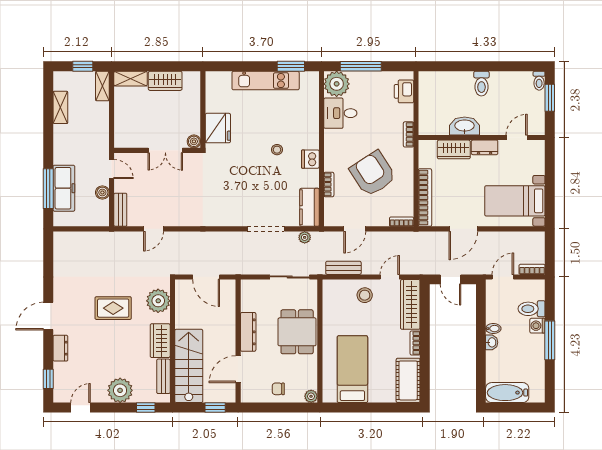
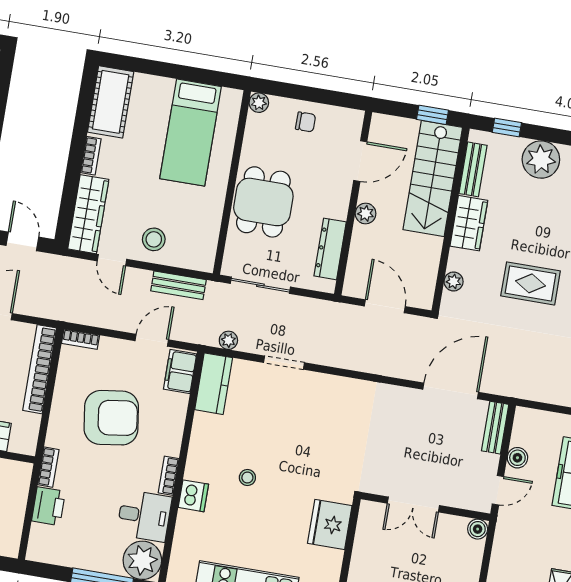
printer: (404, 91) -> (49, 506), moved
boiler: (194, 141) -> (478, 529), moved
double door: (165, 150) -> (413, 504), swing flipped
dishwasher: (310, 159) -> (193, 496), moved
door: (112, 169) -> (498, 490), swing flipped
armchair: (373, 174) -> (111, 418), turned -65
bookcase: (329, 184) -> (169, 476), moved
filing cabinet: (333, 212) -> (180, 371), added
door: (154, 229) -> (451, 391), width x1.87
doorway: (266, 229) -> (284, 363), width x0.73
door: (390, 277) -> (112, 260), hinge flipped
plant: (158, 301) -> (454, 282), width x0.53, depth x0.53
dresser: (248, 332) -> (330, 249), moved
plant: (229, 336) -> (366, 213), added
window: (215, 408) -> (432, 115), moved

